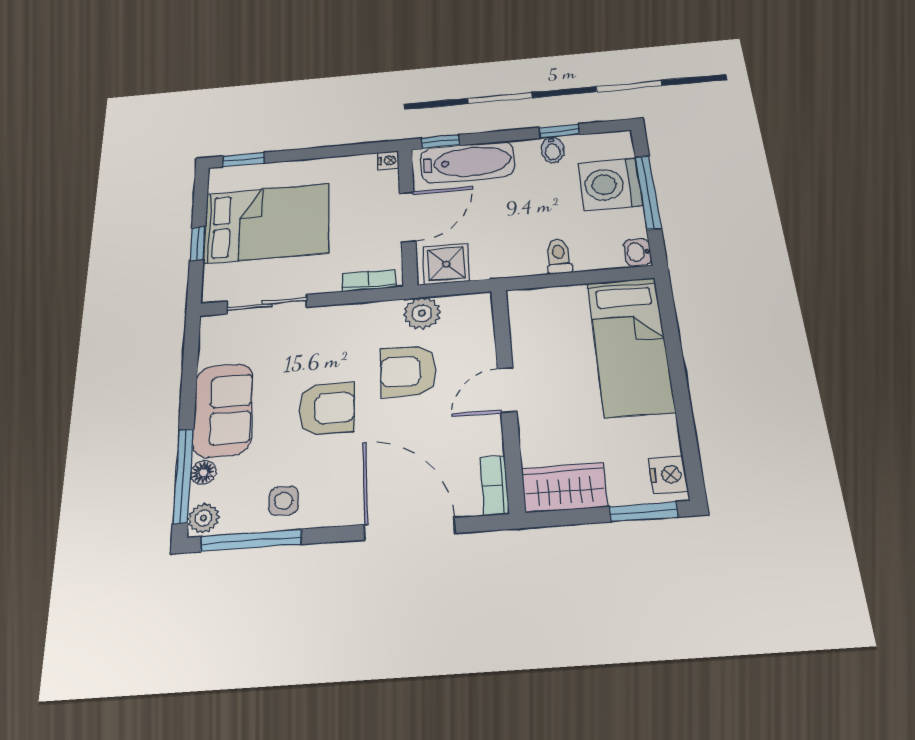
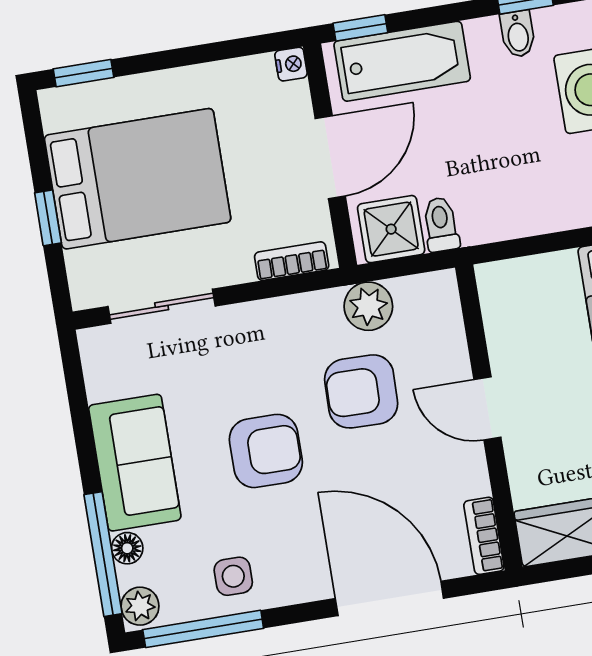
toilet: (559, 256) -> (441, 224), moved
door: (507, 390) -> (487, 408), hinge flipped

